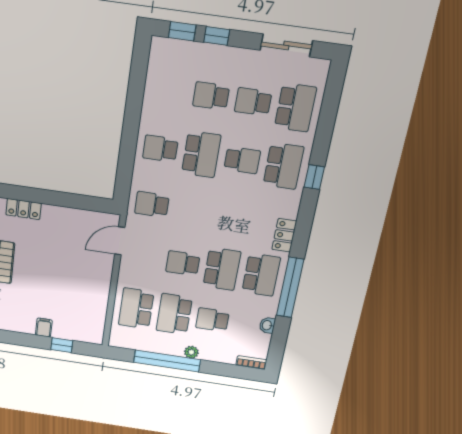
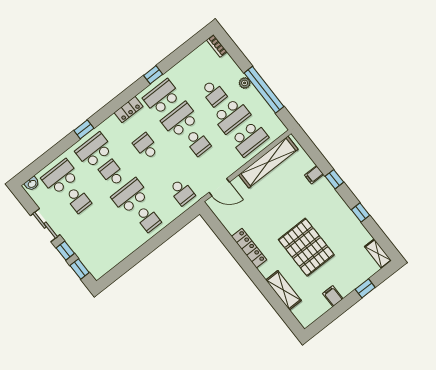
sliding door: (286, 45) -> (45, 225), moved
school desk: (211, 96) -> (146, 146), moved, turned 180
locker: (23, 209) -> (249, 248), width x1.53
window: (290, 287) -> (153, 75), width x0.32
shelving: (97, 303) -> (268, 162), added
washbasin: (267, 325) -> (32, 184), moved
window: (62, 345) -> (334, 179), moved

